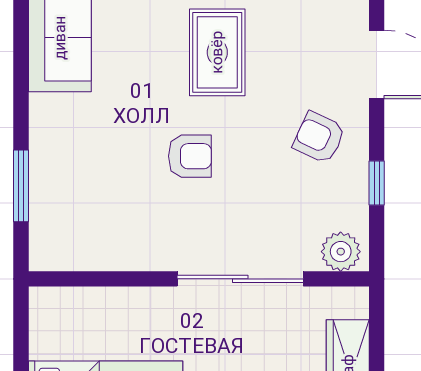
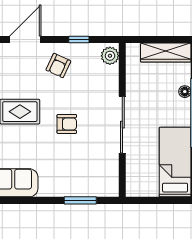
armchair: (190, 156) -> (67, 124), turned 90
sliding door: (240, 279) -> (122, 125), moved

